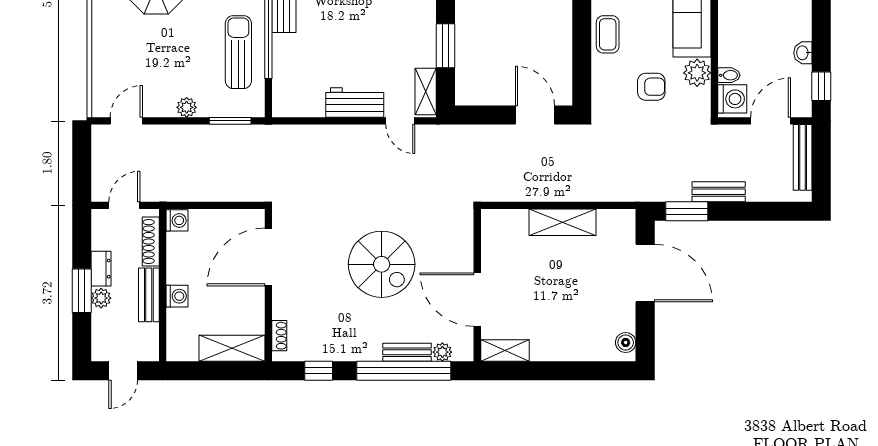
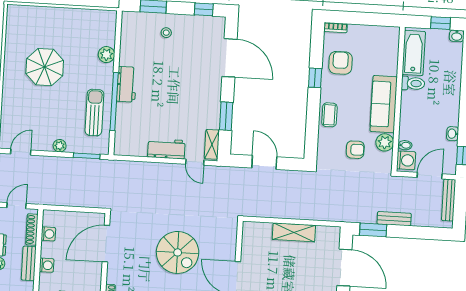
door: (535, 115) -> (264, 162), moved
washing machine: (177, 220) -> (48, 234), moved

